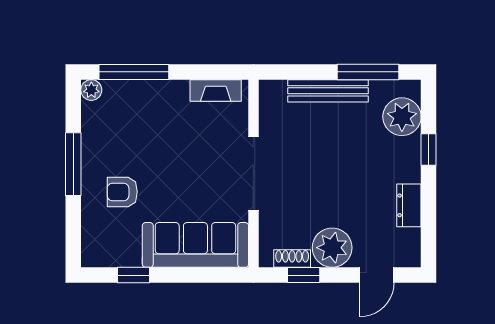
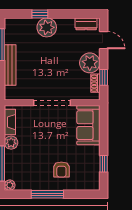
plant: (175, 93) -> (11, 143), added
plant: (402, 117) -> (47, 27), moved
dresser: (409, 205) -> (86, 24), moved
sofa: (195, 245) -> (88, 125), width x0.73

